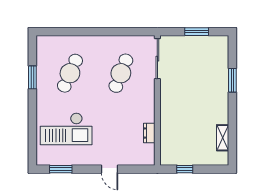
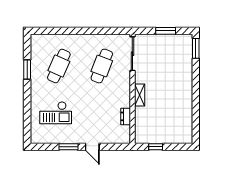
window: (232, 80) -> (196, 48), moved
checkout: (66, 129) -> (56, 113), width x0.73, depth x0.83
shelving: (223, 138) -> (140, 95), moved
window: (61, 169) -> (69, 147), moved

